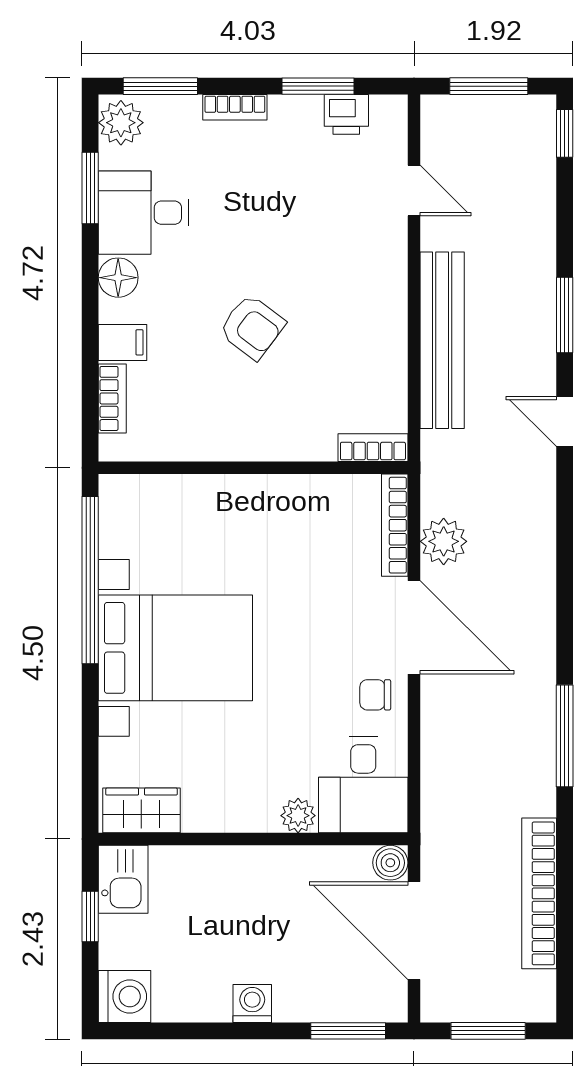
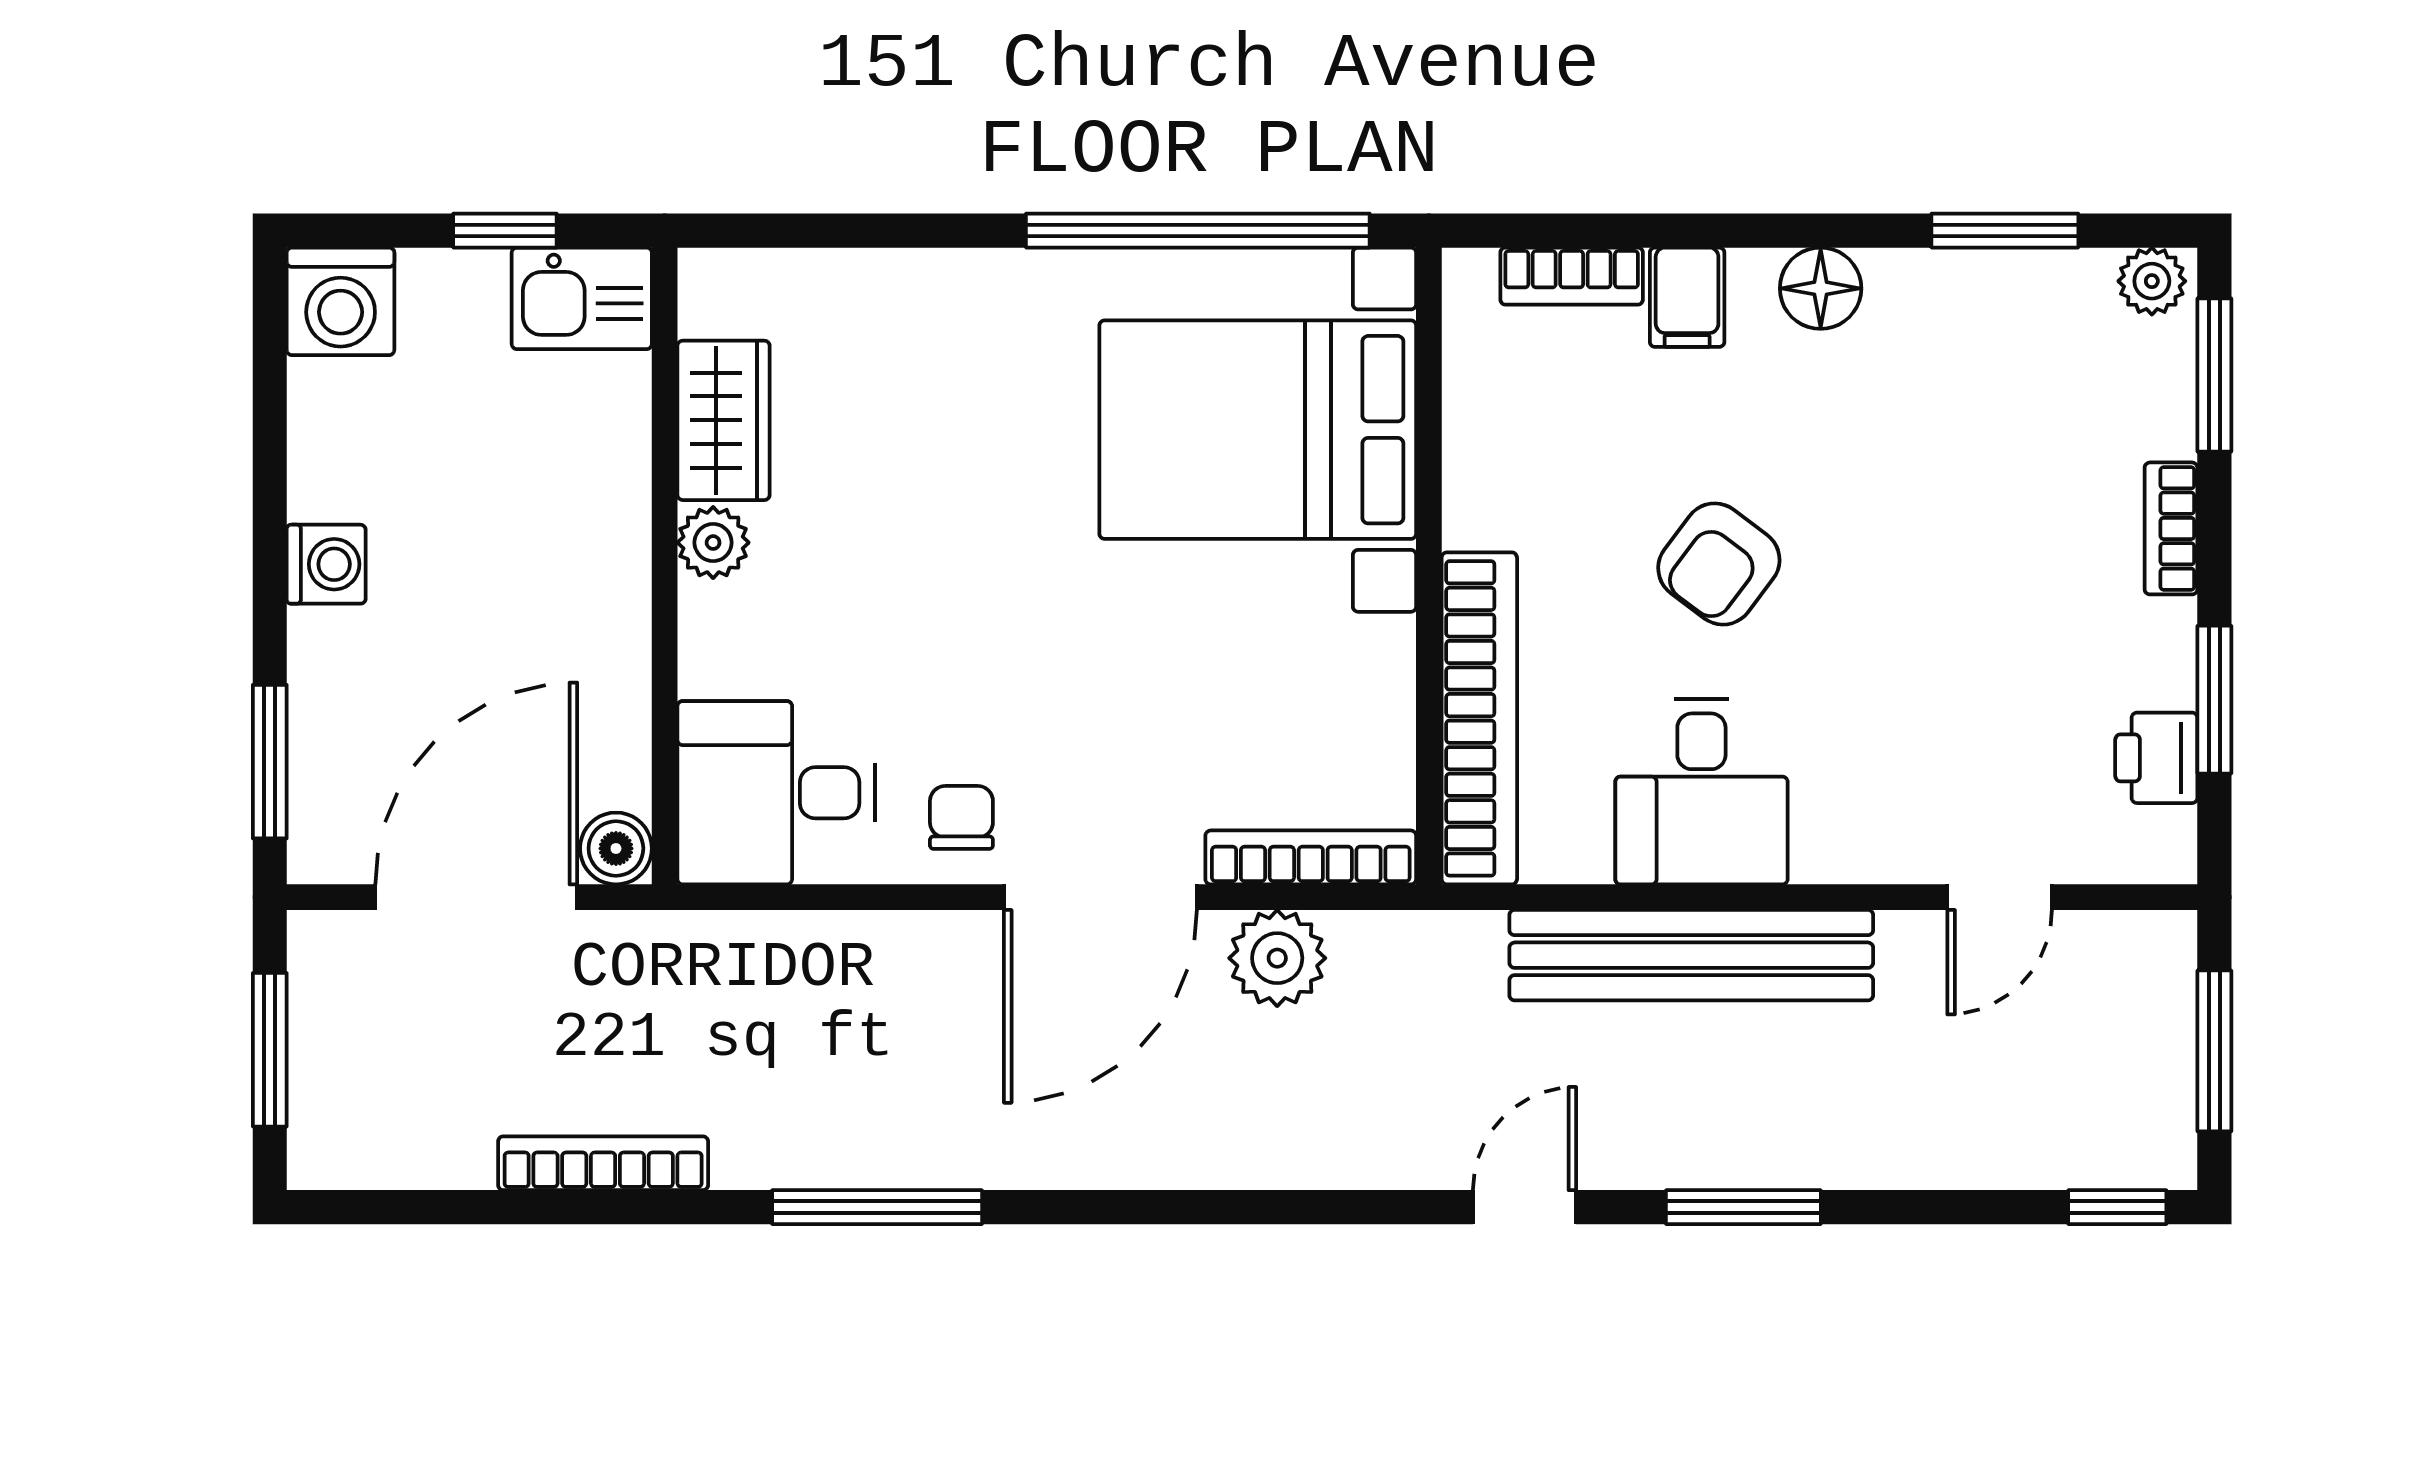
plant: (121, 123) -> (2152, 281), width x0.73, depth x0.73
desk: (144, 213) -> (1701, 792), moved, turned 180
bookcase: (373, 448) -> (1479, 718), width x2.31, depth x1.31
bed with nightstands: (175, 648) -> (1258, 430), moved, turned 90
wardrobe: (141, 810) -> (724, 420), moved
plant: (298, 816) -> (713, 543), moved
bookcase: (539, 893) -> (603, 1163), width x0.68, depth x0.76

